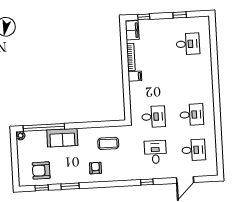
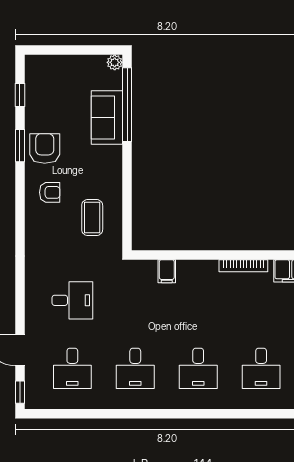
filing cabinet: (135, 76) -> (167, 271), moved
desk: (154, 117) -> (198, 368), moved
sofa: (62, 138) -> (107, 117), moved
armchair: (41, 170) -> (45, 149), moved
window: (147, 182) -> (20, 392), moved

